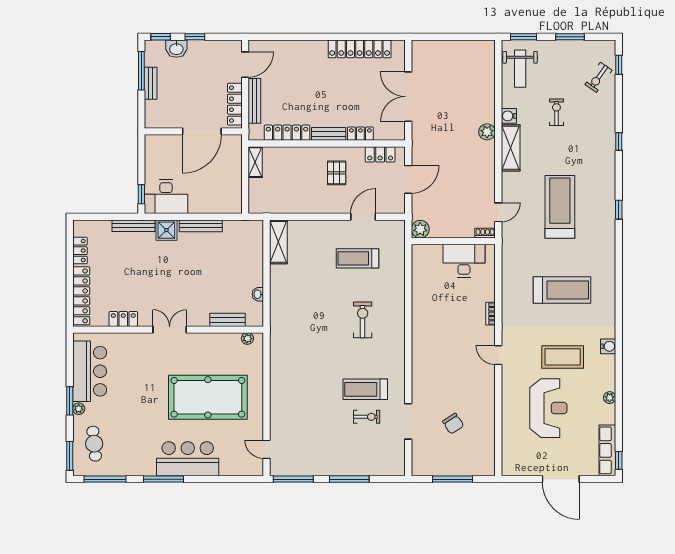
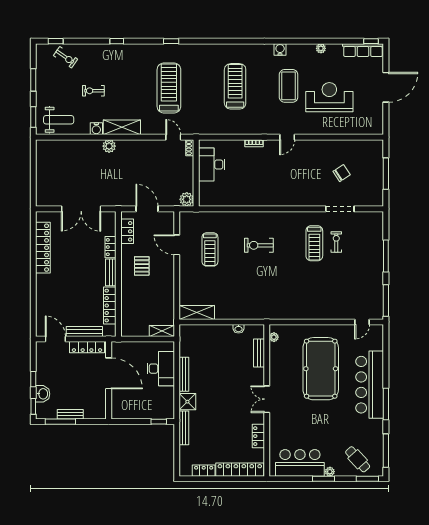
shelving: (255, 162) -> (162, 331), moved
pallet: (337, 173) -> (142, 266), turned 90
desk: (166, 197) -> (161, 369), moved
treadmill: (560, 207) -> (169, 88), turned 90
cafe table: (94, 444) -> (358, 459), turned 54
bar counter: (188, 459) -> (370, 385), width x1.36

